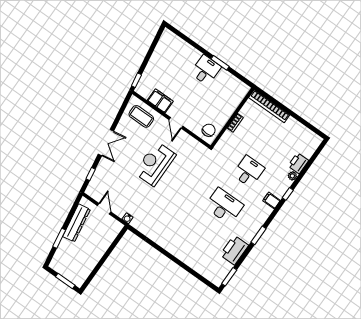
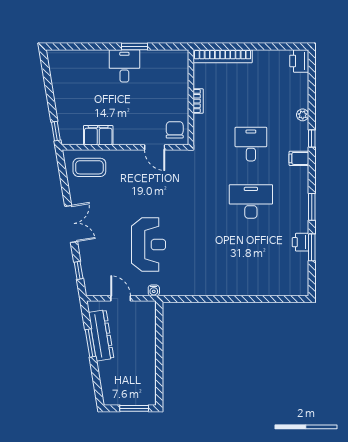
door: (176, 123) -> (155, 147), moved
printer: (298, 163) -> (299, 61), moved
reception desk: (155, 164) -> (149, 245), moved, turned 180
window: (59, 238) -> (90, 343), moved
printer: (234, 250) -> (300, 242), width x0.53, depth x0.68
window: (229, 277) -> (312, 247), moved

